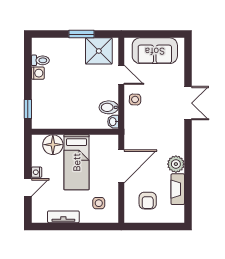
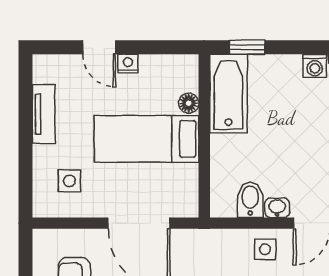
bathtub: (53, 119) -> (228, 94), added
washbasin: (113, 122) -> (277, 208), moved
floor lamp: (53, 145) -> (189, 103), width x0.53, depth x0.53

